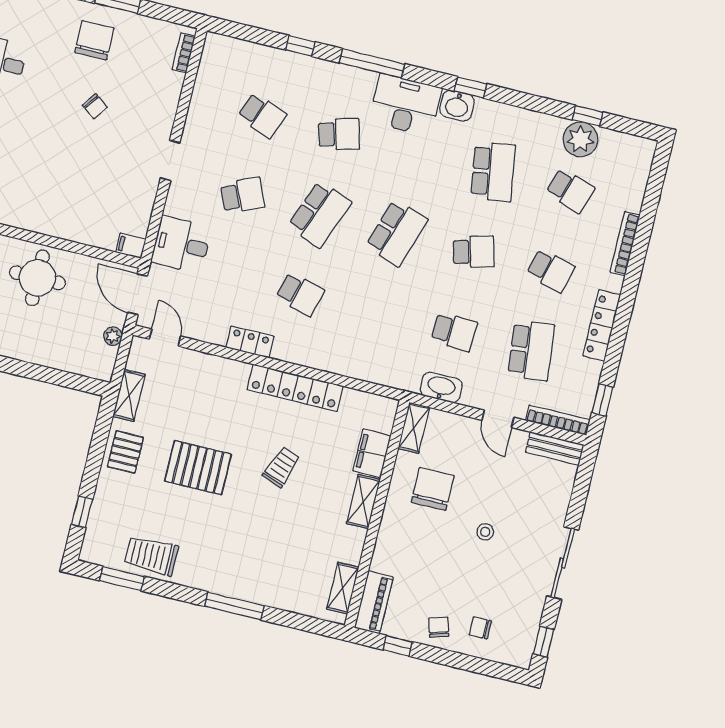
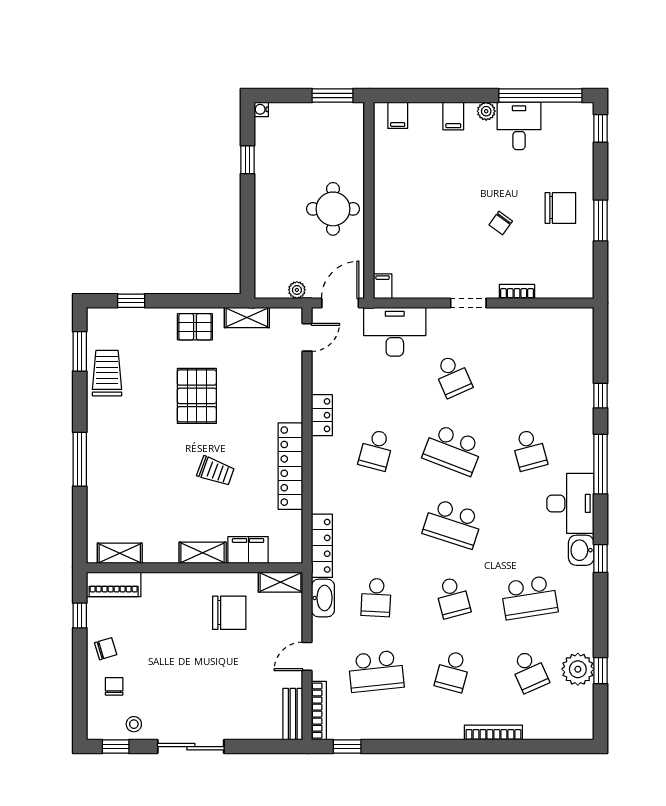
bookcase: (184, 53) -> (517, 291), moved
school desk: (262, 115) -> (529, 376), removed
school desk: (570, 191) -> (529, 671), turned -42
desk: (181, 245) -> (395, 332), width x1.37
locker: (602, 325) -> (322, 546), moved, turned 90
stool: (485, 532) -> (134, 724), moved

